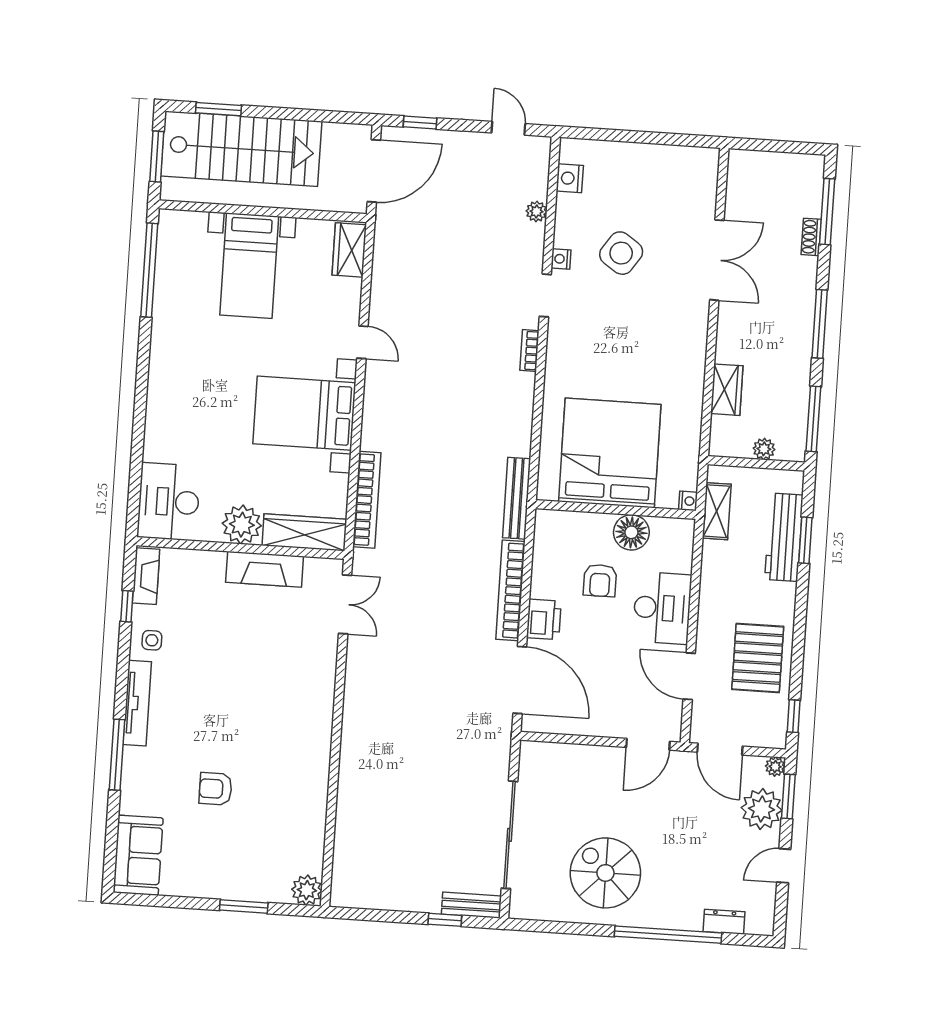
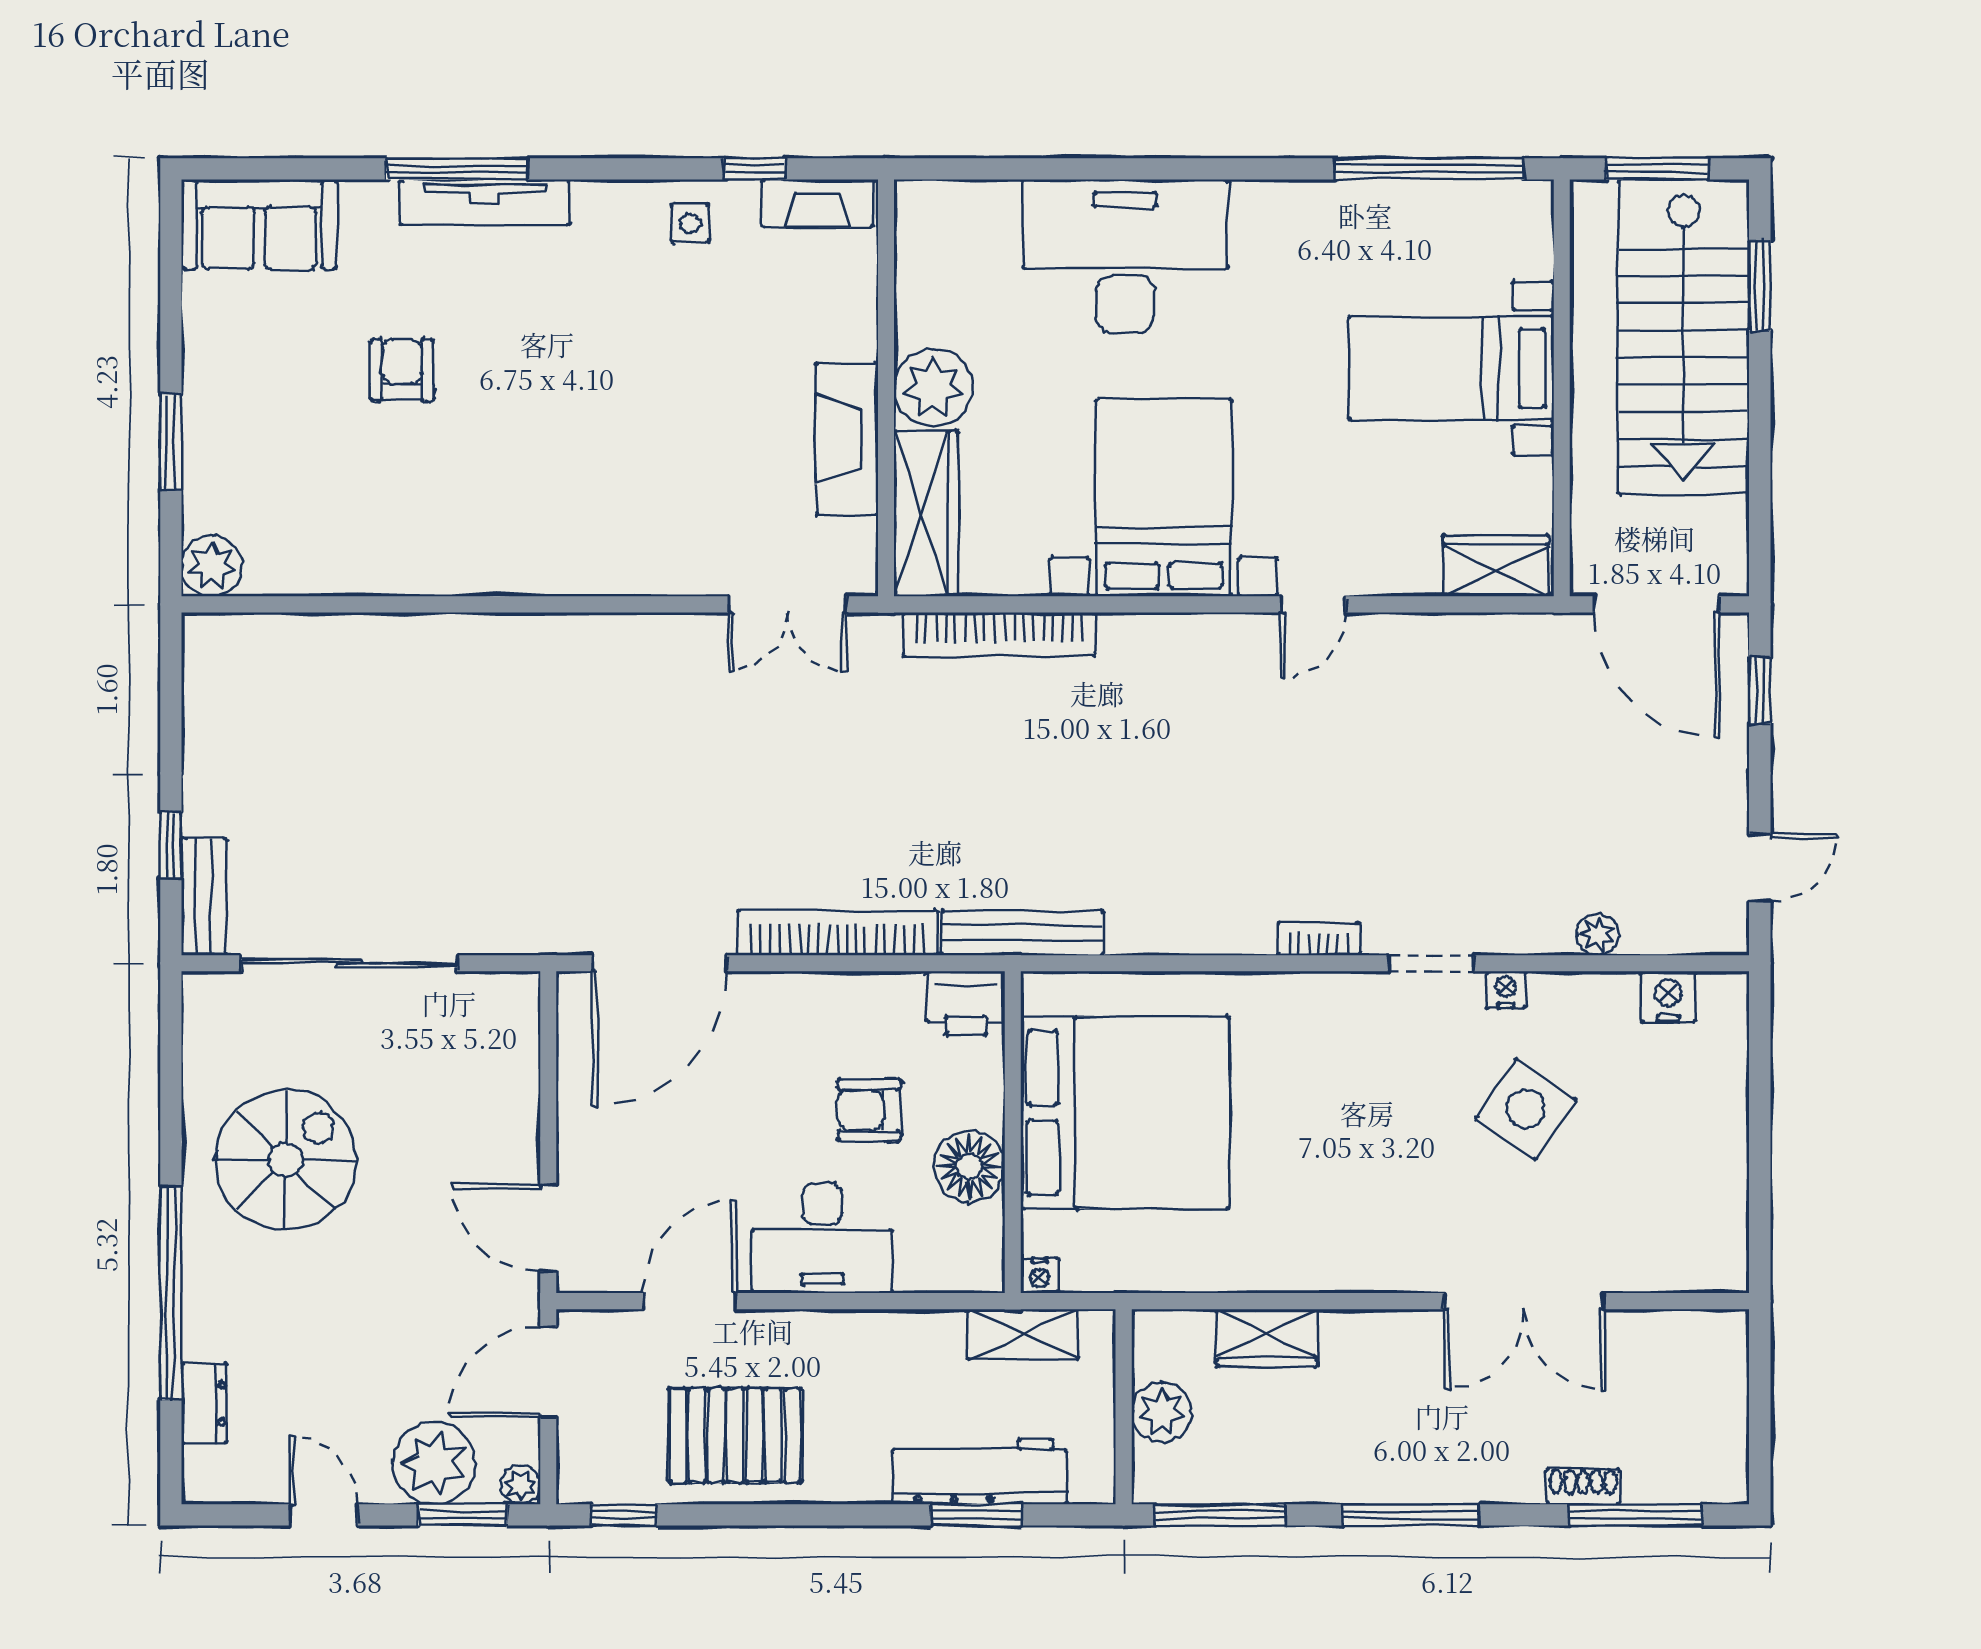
plant: (764, 449) -> (1162, 1412), width x1.38, depth x1.38
desk: (169, 502) -> (1125, 256), moved, width x1.36, depth x1.30
printer: (544, 619) -> (966, 1003), moved
tv unit: (137, 703) -> (485, 202), moved

